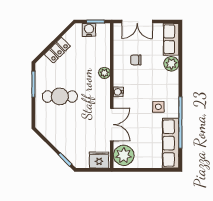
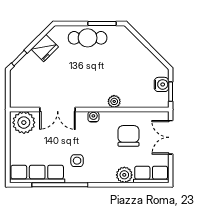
locker: (57, 50) -> (139, 50), removed
chair: (136, 60) -> (128, 136), width x1.87, depth x1.87
cafe table: (60, 96) -> (88, 38), moved, turned 90
fridge: (99, 160) -> (45, 48), moved, turned 45

